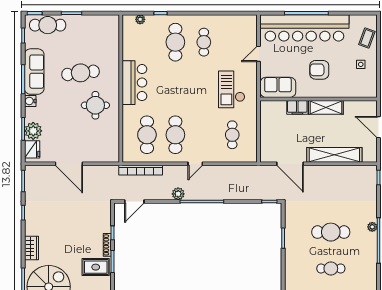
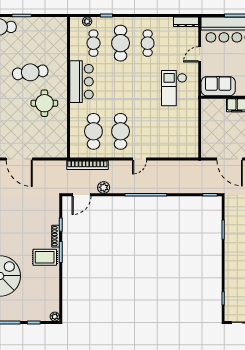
dresser: (244, 20) -> (186, 22), added
cafe table: (232, 135) -> (93, 43), moved
plant: (178, 194) -> (104, 187), moved

